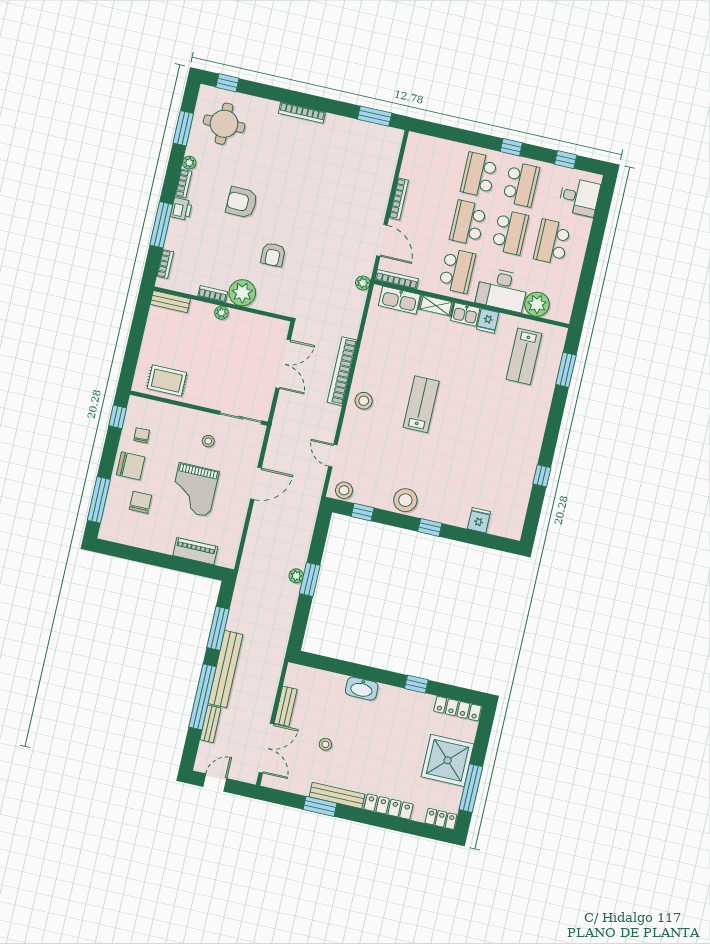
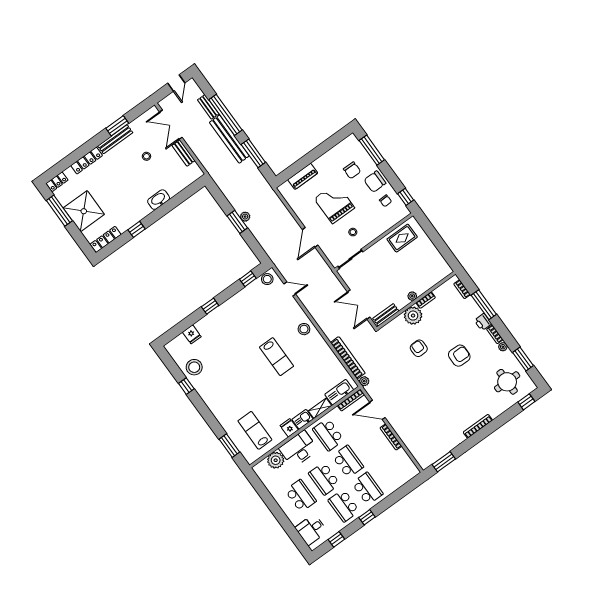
bench: (170, 302) -> (386, 315), moved
bookcase: (342, 371) -> (348, 358), moved
stool: (405, 500) -> (194, 367), moved

